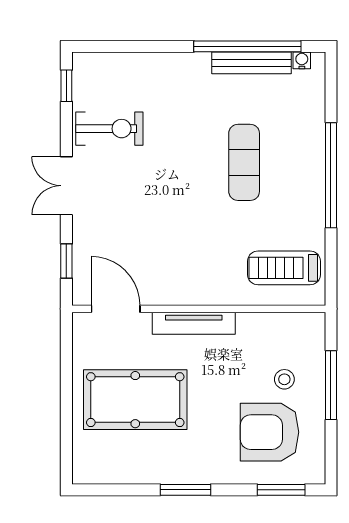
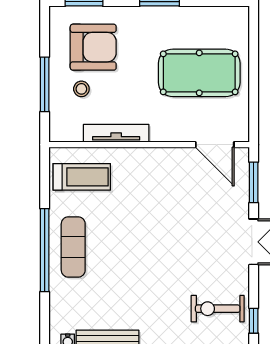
exercise bike: (109, 129) -> (218, 309), moved
exercise mat: (244, 162) -> (73, 247), moved
window: (66, 261) -> (254, 182), width x1.50
tv unit: (194, 323) -> (116, 133), moved

